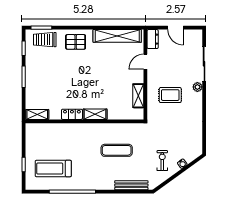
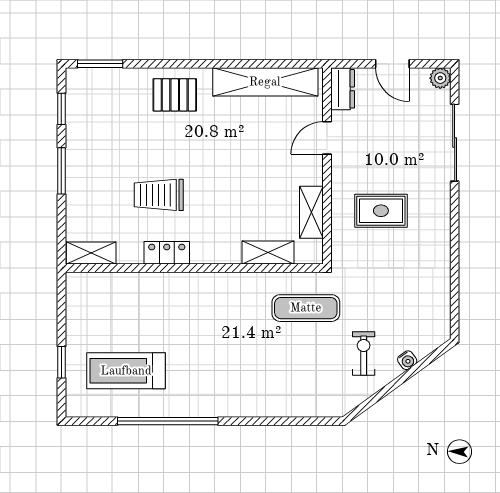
trolley: (45, 40) -> (159, 195), moved
plant: (197, 87) -> (440, 78), moved
shelving: (95, 114) -> (268, 252), moved
exercise mat: (117, 150) -> (306, 308), moved
bench: (131, 185) -> (296, 407), removed

